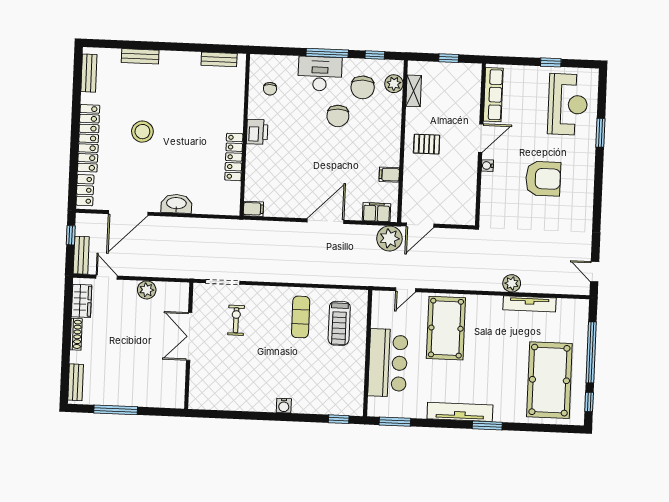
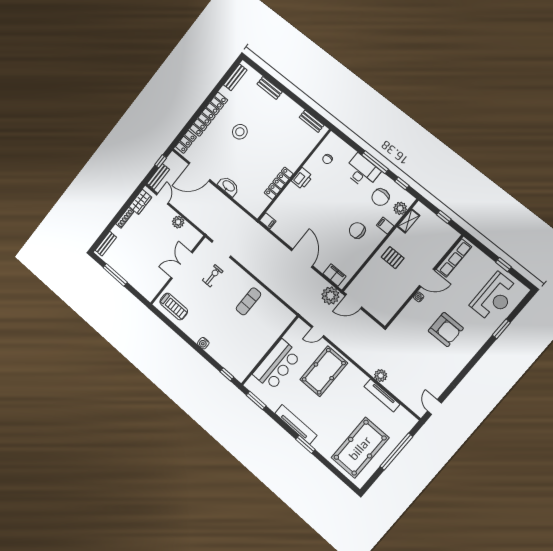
chair: (338, 116) -> (357, 230), moved, turned 90
filing cabinet: (389, 175) -> (385, 226), moved
door: (325, 221) -> (302, 258), hinge flipped
treadmill: (339, 323) -> (174, 306), moved, turned -90
window: (589, 402) -> (373, 478), removed

